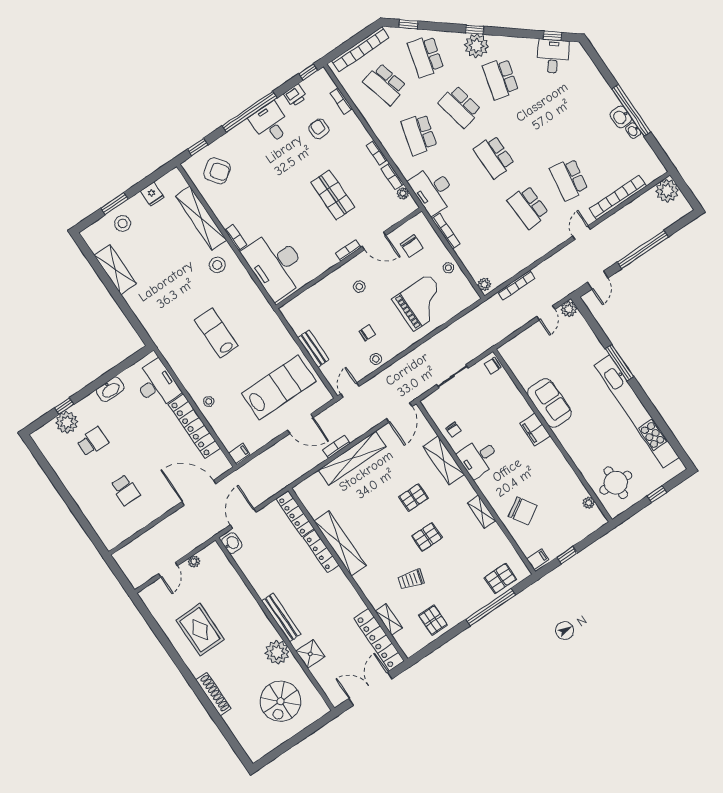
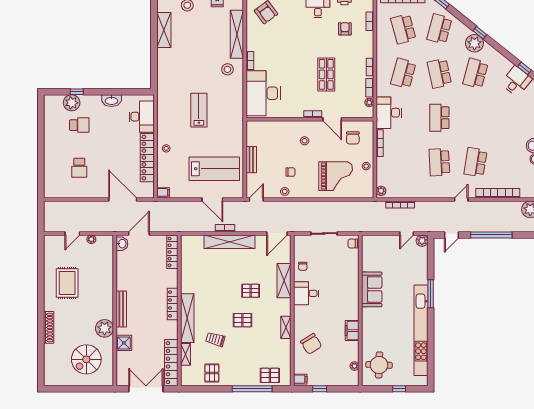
filing cabinet: (535, 429) -> (352, 331), moved
shelving: (340, 543) -> (187, 318), moved
locker: (321, 551) -> (173, 304), moved

